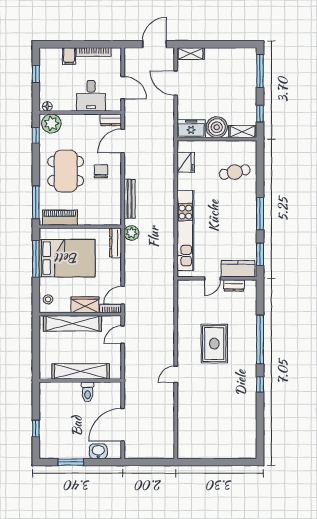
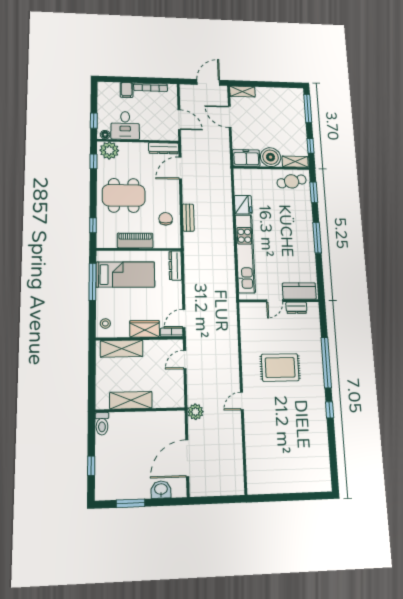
window: (36, 74) -> (94, 121), moved
desk: (91, 96) -> (125, 125), moved
dresser: (111, 120) -> (164, 148), width x1.44
fridge: (186, 162) -> (243, 205), moved
dining table: (66, 171) -> (124, 195), turned 90
chair: (101, 171) -> (166, 219), moved
cafe table: (235, 172) -> (292, 181), moved
bench: (129, 199) -> (188, 218), width x0.73
window: (36, 202) -> (93, 225), width x0.46
piano: (60, 218) -> (135, 240), moved
plant: (131, 233) -> (195, 412), moved
window: (260, 254) -> (314, 192), moved
bed: (67, 258) -> (125, 275), width x0.67
shelving: (72, 323) -> (122, 349), width x0.68
rug: (214, 344) -> (280, 367), turned 90
shelving: (81, 371) -> (131, 400), width x0.68
toilet: (88, 392) -> (102, 424), moved

